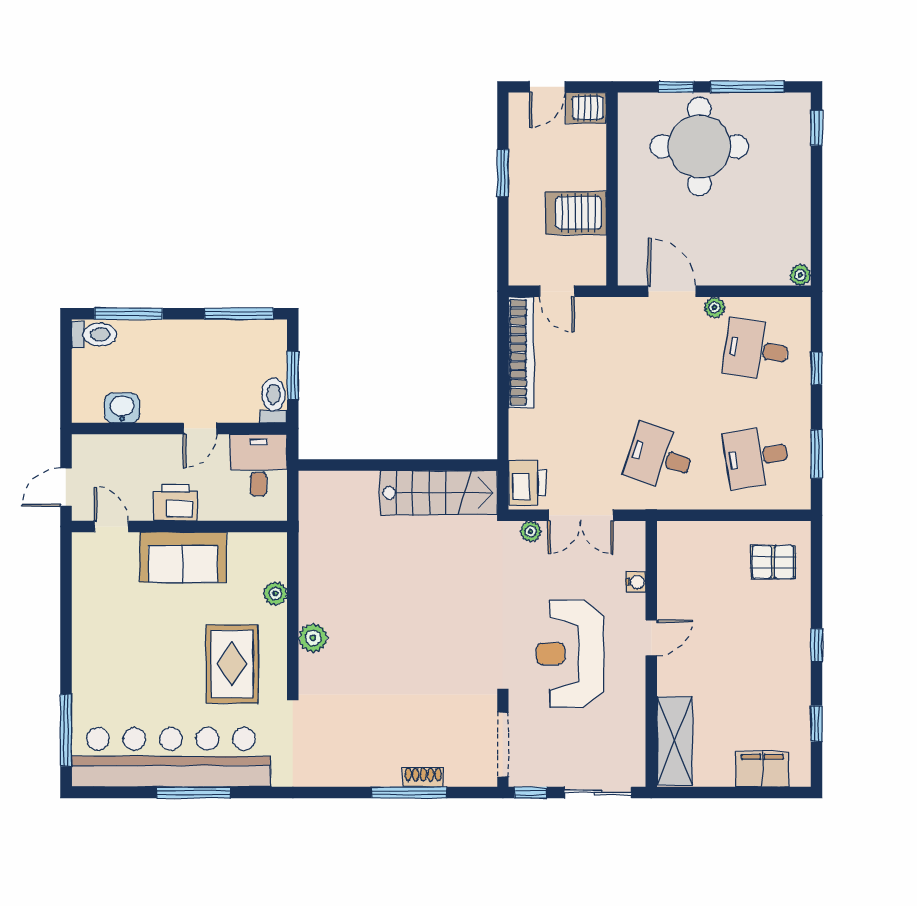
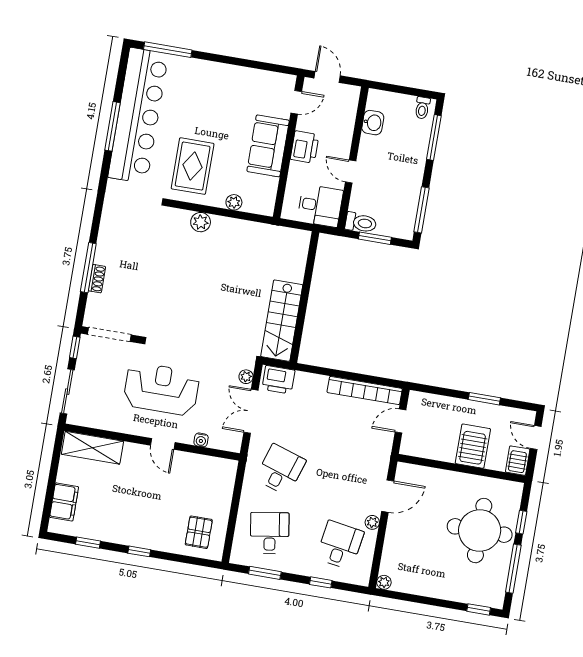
server rack: (576, 213) -> (473, 446), moved
toilet: (94, 335) -> (422, 108), width x0.73, depth x0.72
rug: (232, 664) -> (193, 166), turned 90

